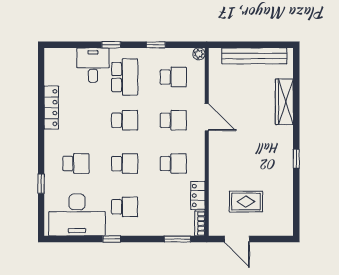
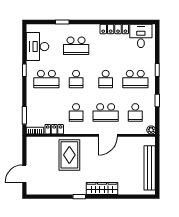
desk: (93, 65) -> (141, 36), moved, turned -90
wardrobe: (284, 102) -> (102, 188), moved
school desk: (173, 120) -> (106, 112), width x1.85
school desk: (76, 164) -> (76, 46), width x1.85
rug: (246, 202) -> (69, 155), moved, width x1.36, depth x1.43
school desk: (125, 207) -> (46, 79), width x1.85
desk: (77, 215) -> (38, 47), width x0.73, depth x0.77
door: (237, 239) -> (24, 174), moved

